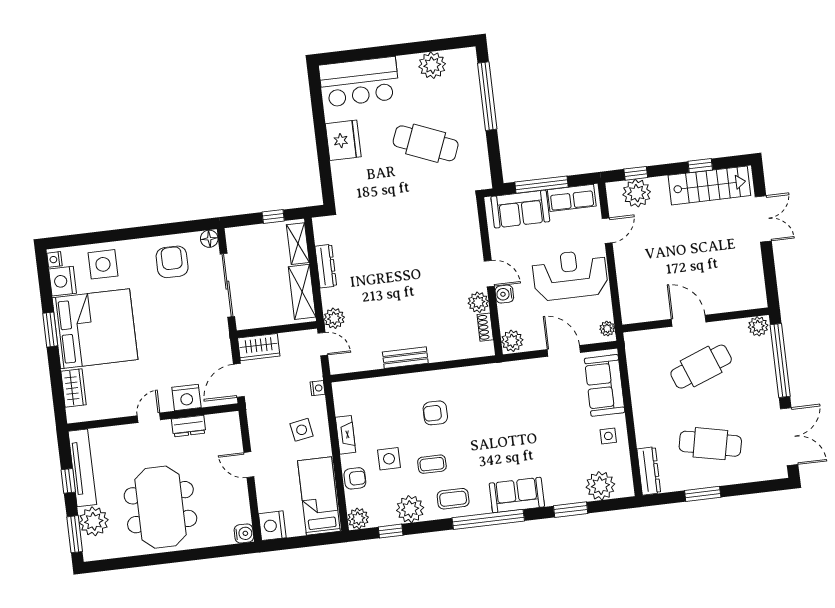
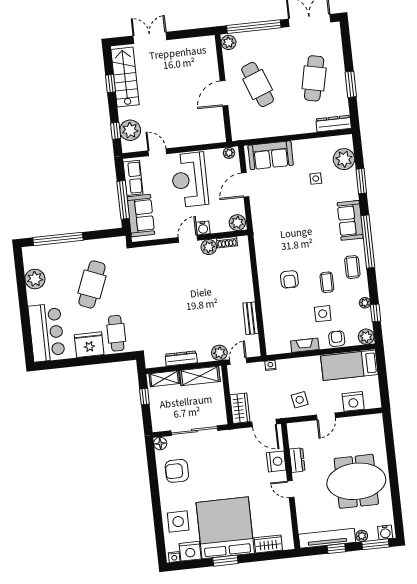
cafe table: (359, 177) -> (116, 333), added
bench: (405, 358) -> (251, 318), moved
side table: (302, 430) -> (300, 400), moved
side table: (608, 436) -> (316, 179), moved
plant: (410, 509) -> (365, 303), width x0.53, depth x0.53
plant: (94, 521) -> (362, 536), width x0.53, depth x0.53
nightstand: (272, 526) -> (353, 401), moved
water cooler: (244, 533) -> (385, 532), moved, turned 180

